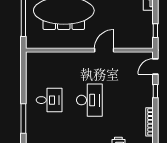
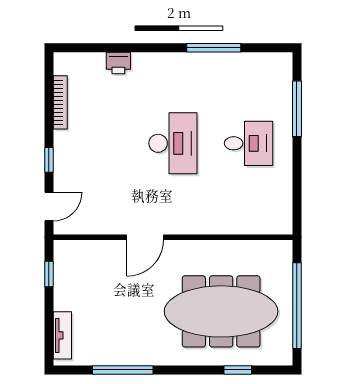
desk: (49, 100) -> (248, 143), turned 180
desk: (89, 100) -> (173, 143), turned 180

